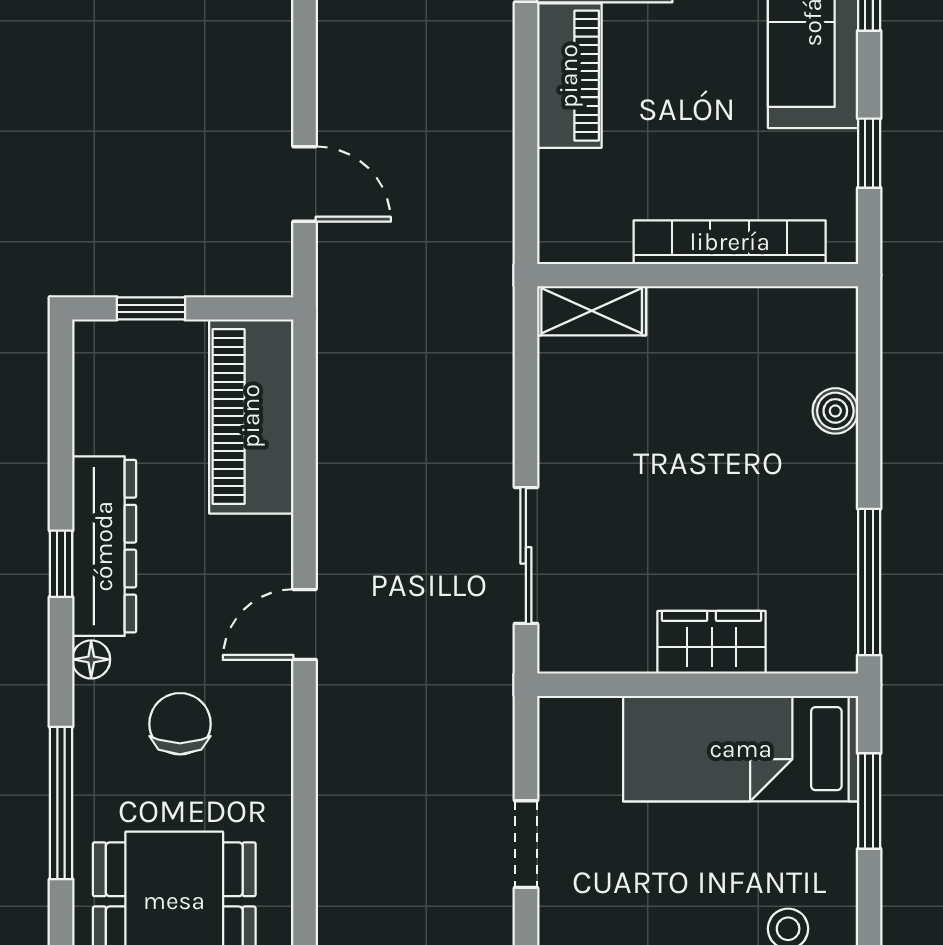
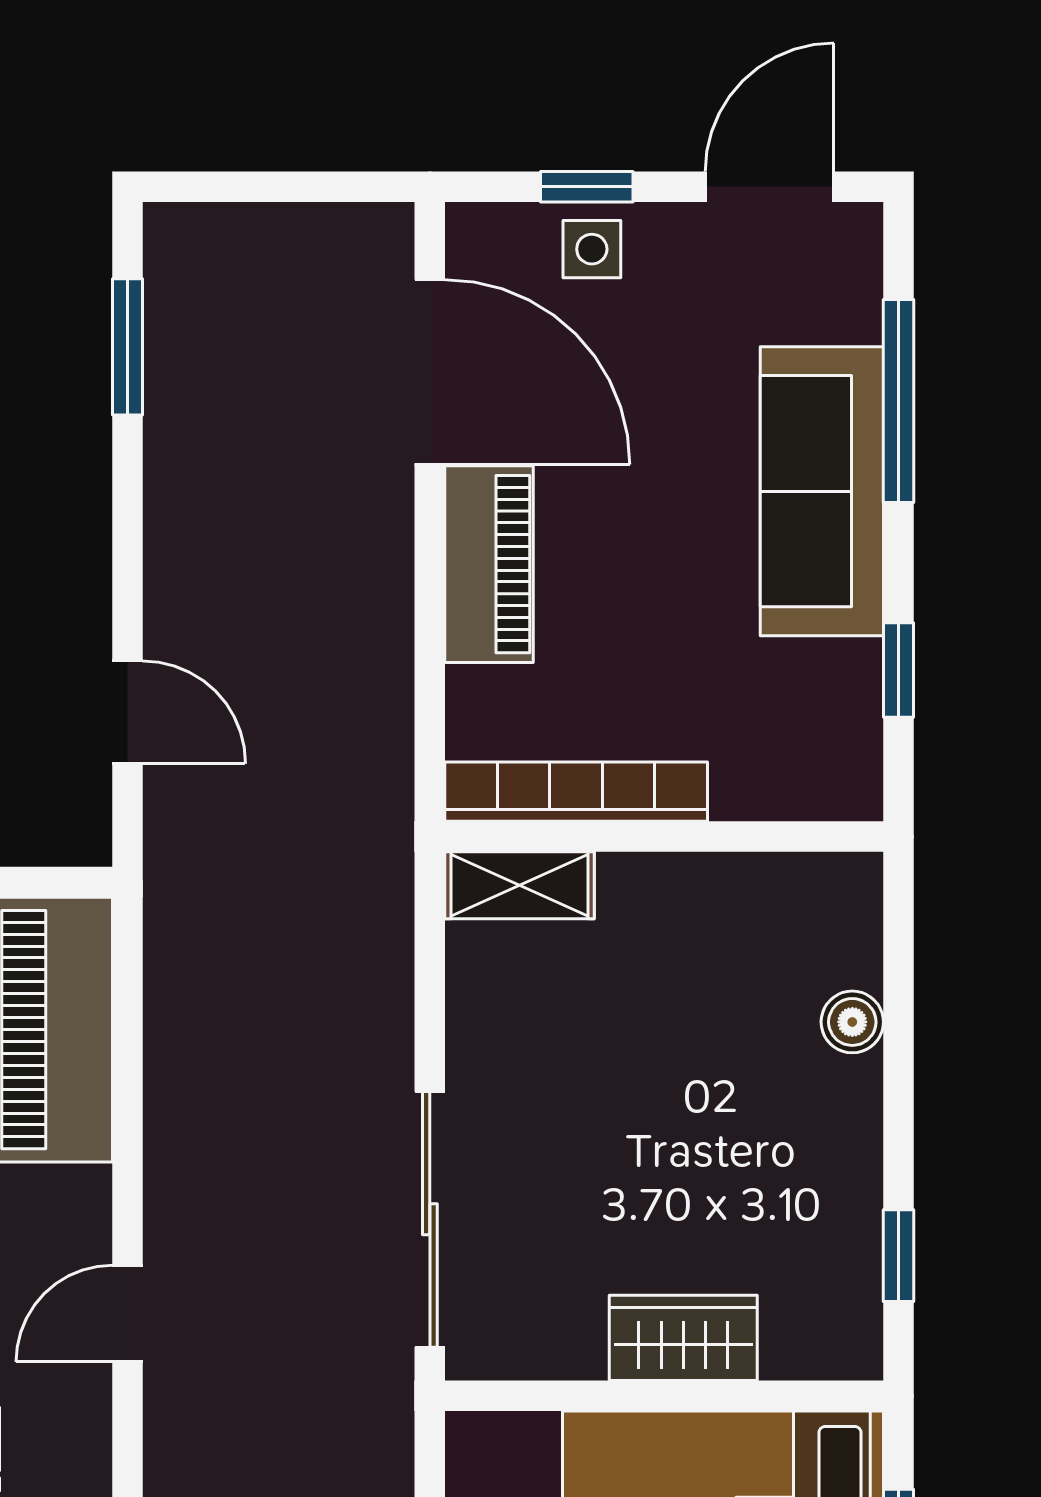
bookcase: (730, 242) -> (576, 792), moved
sliding door: (526, 555) -> (430, 1219), width x1.37
window: (869, 582) -> (898, 1256), width x0.46

